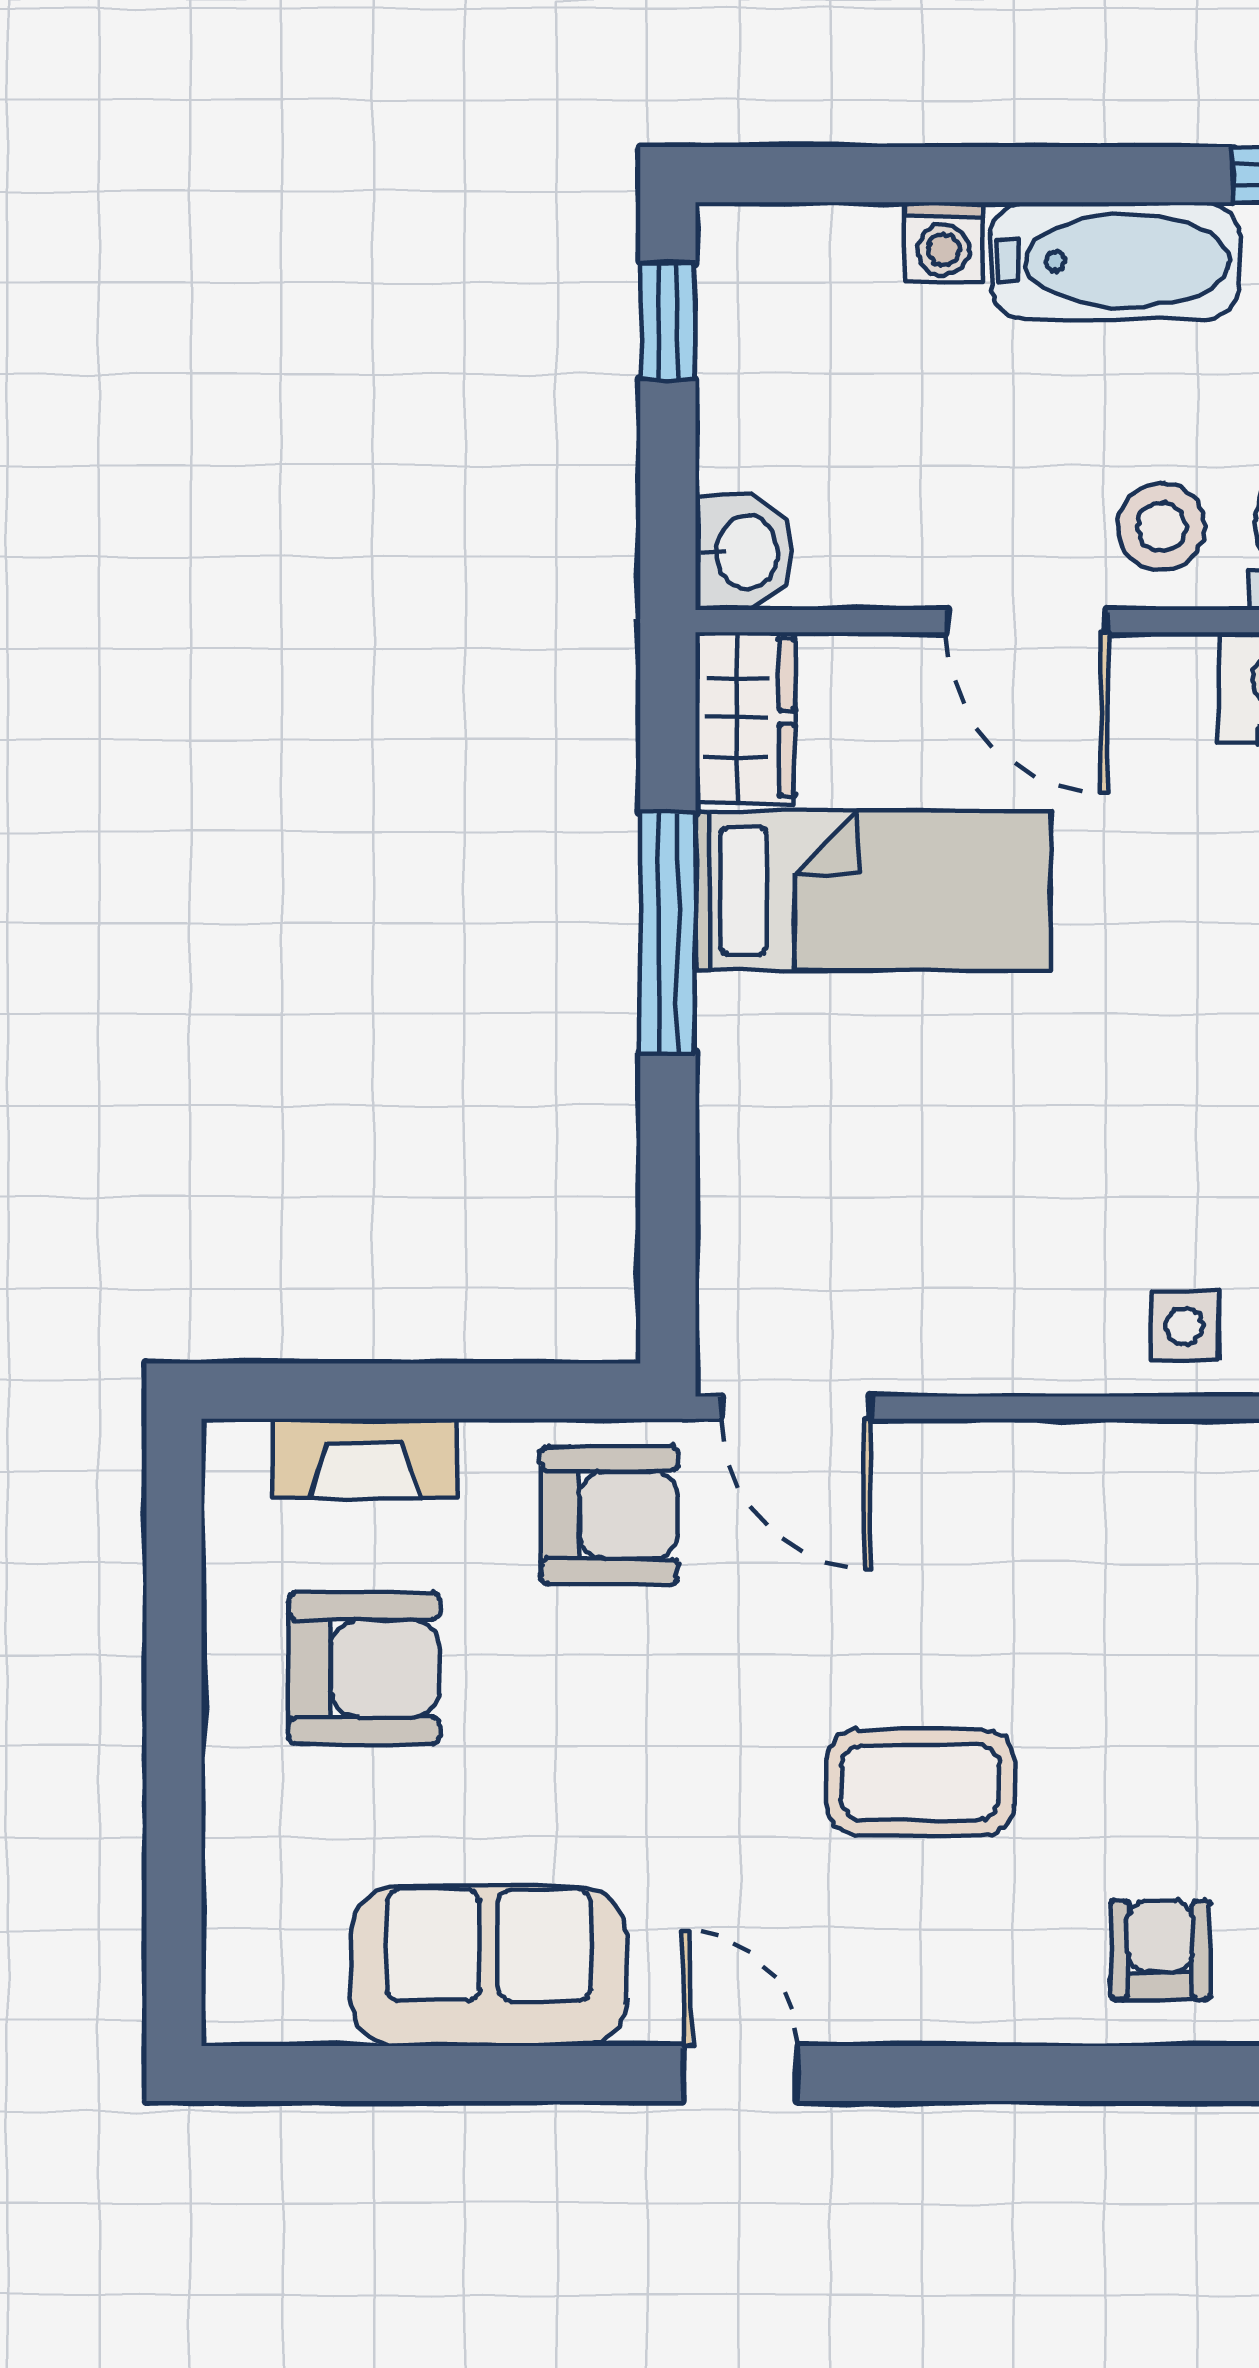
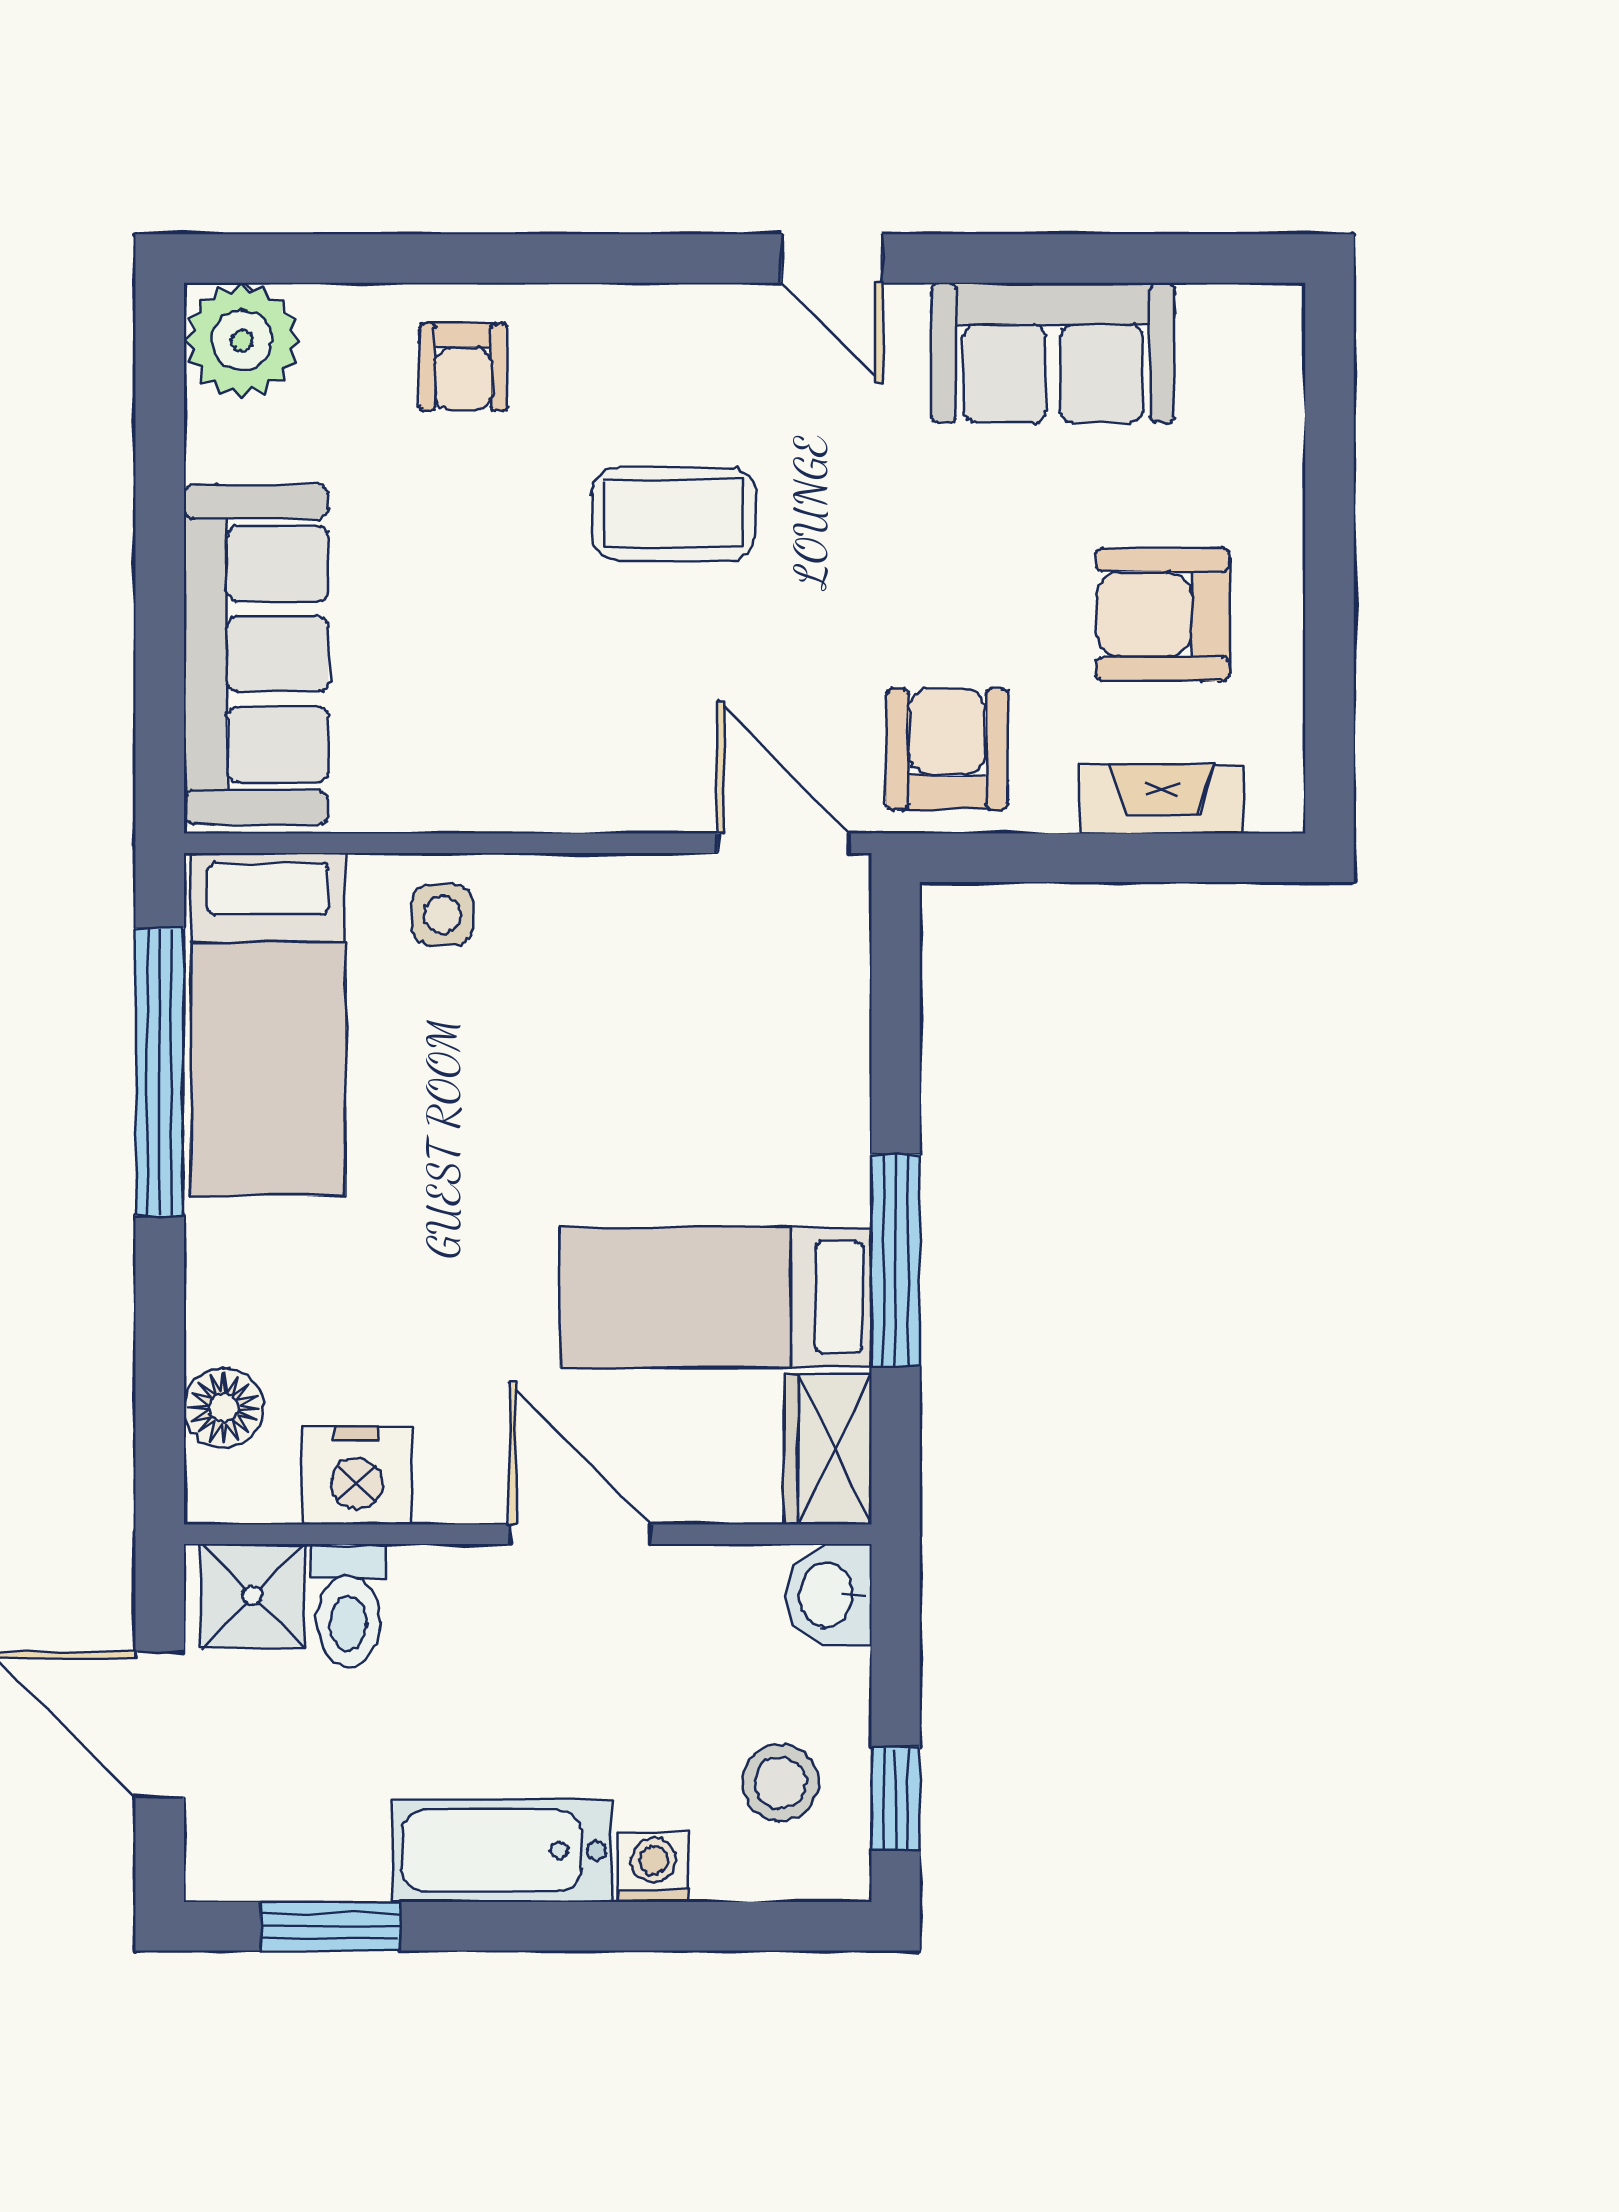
stool: (1161, 527) -> (780, 1783), moved
armchair: (609, 1515) -> (947, 749), turned 90

